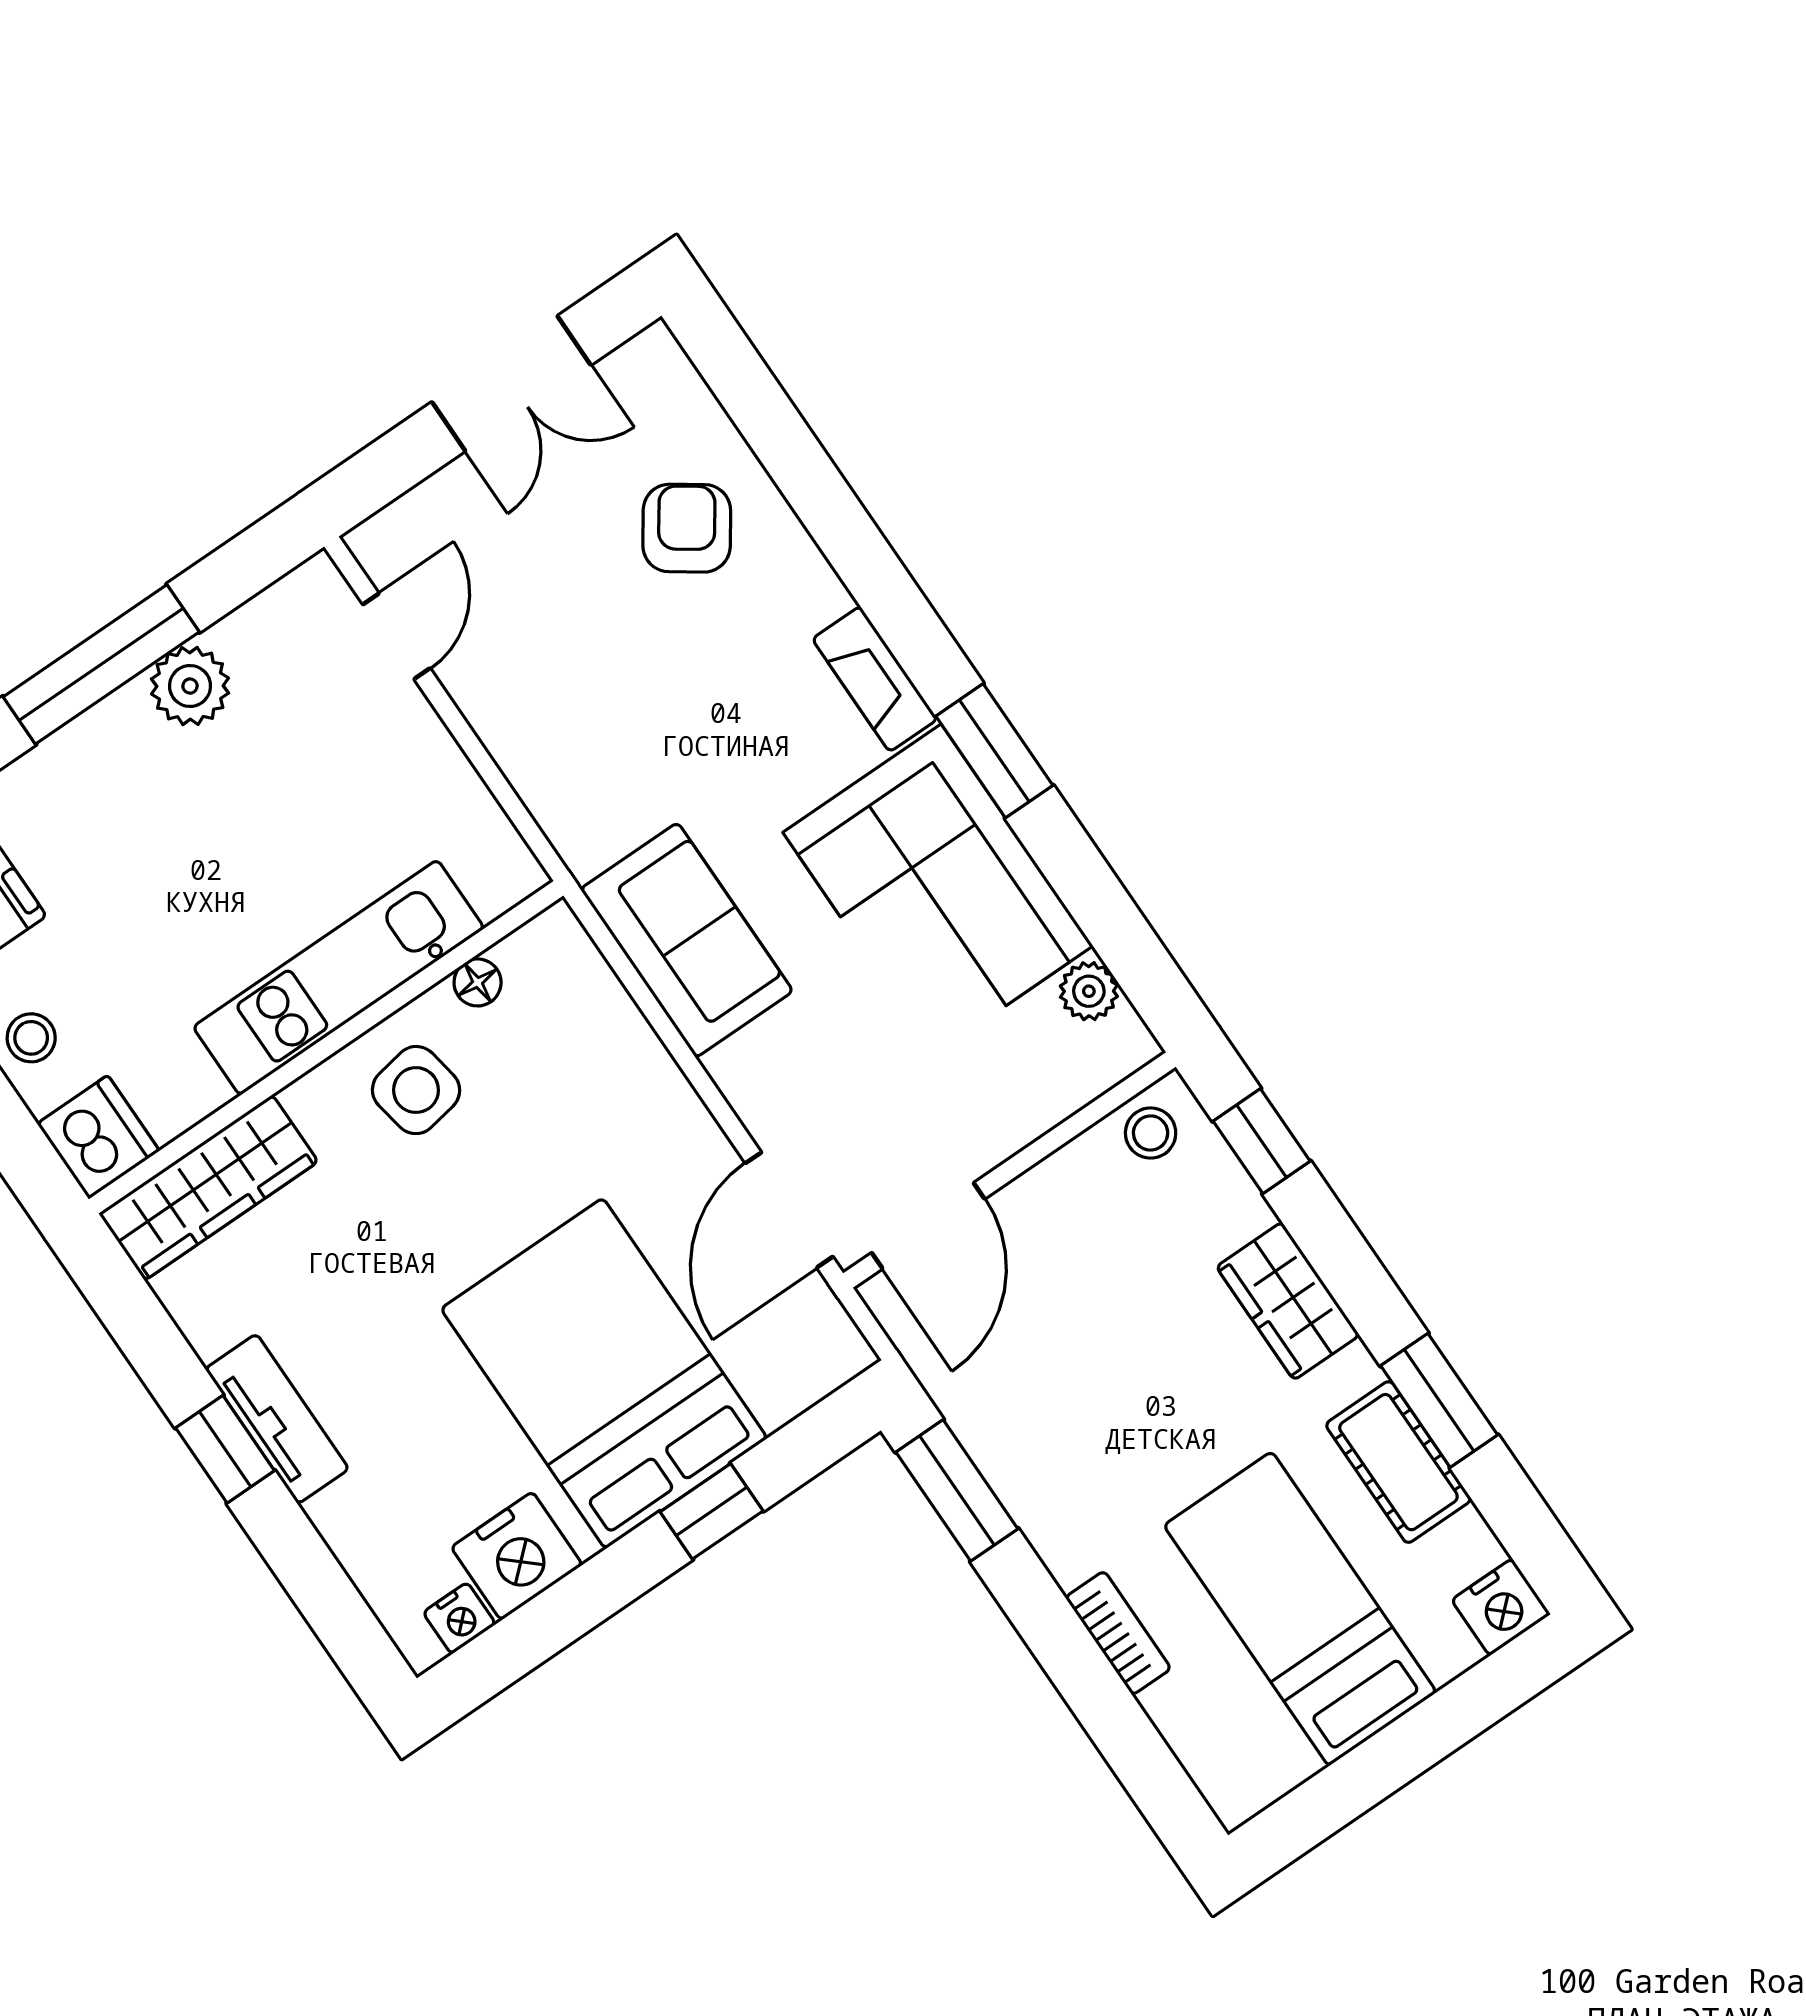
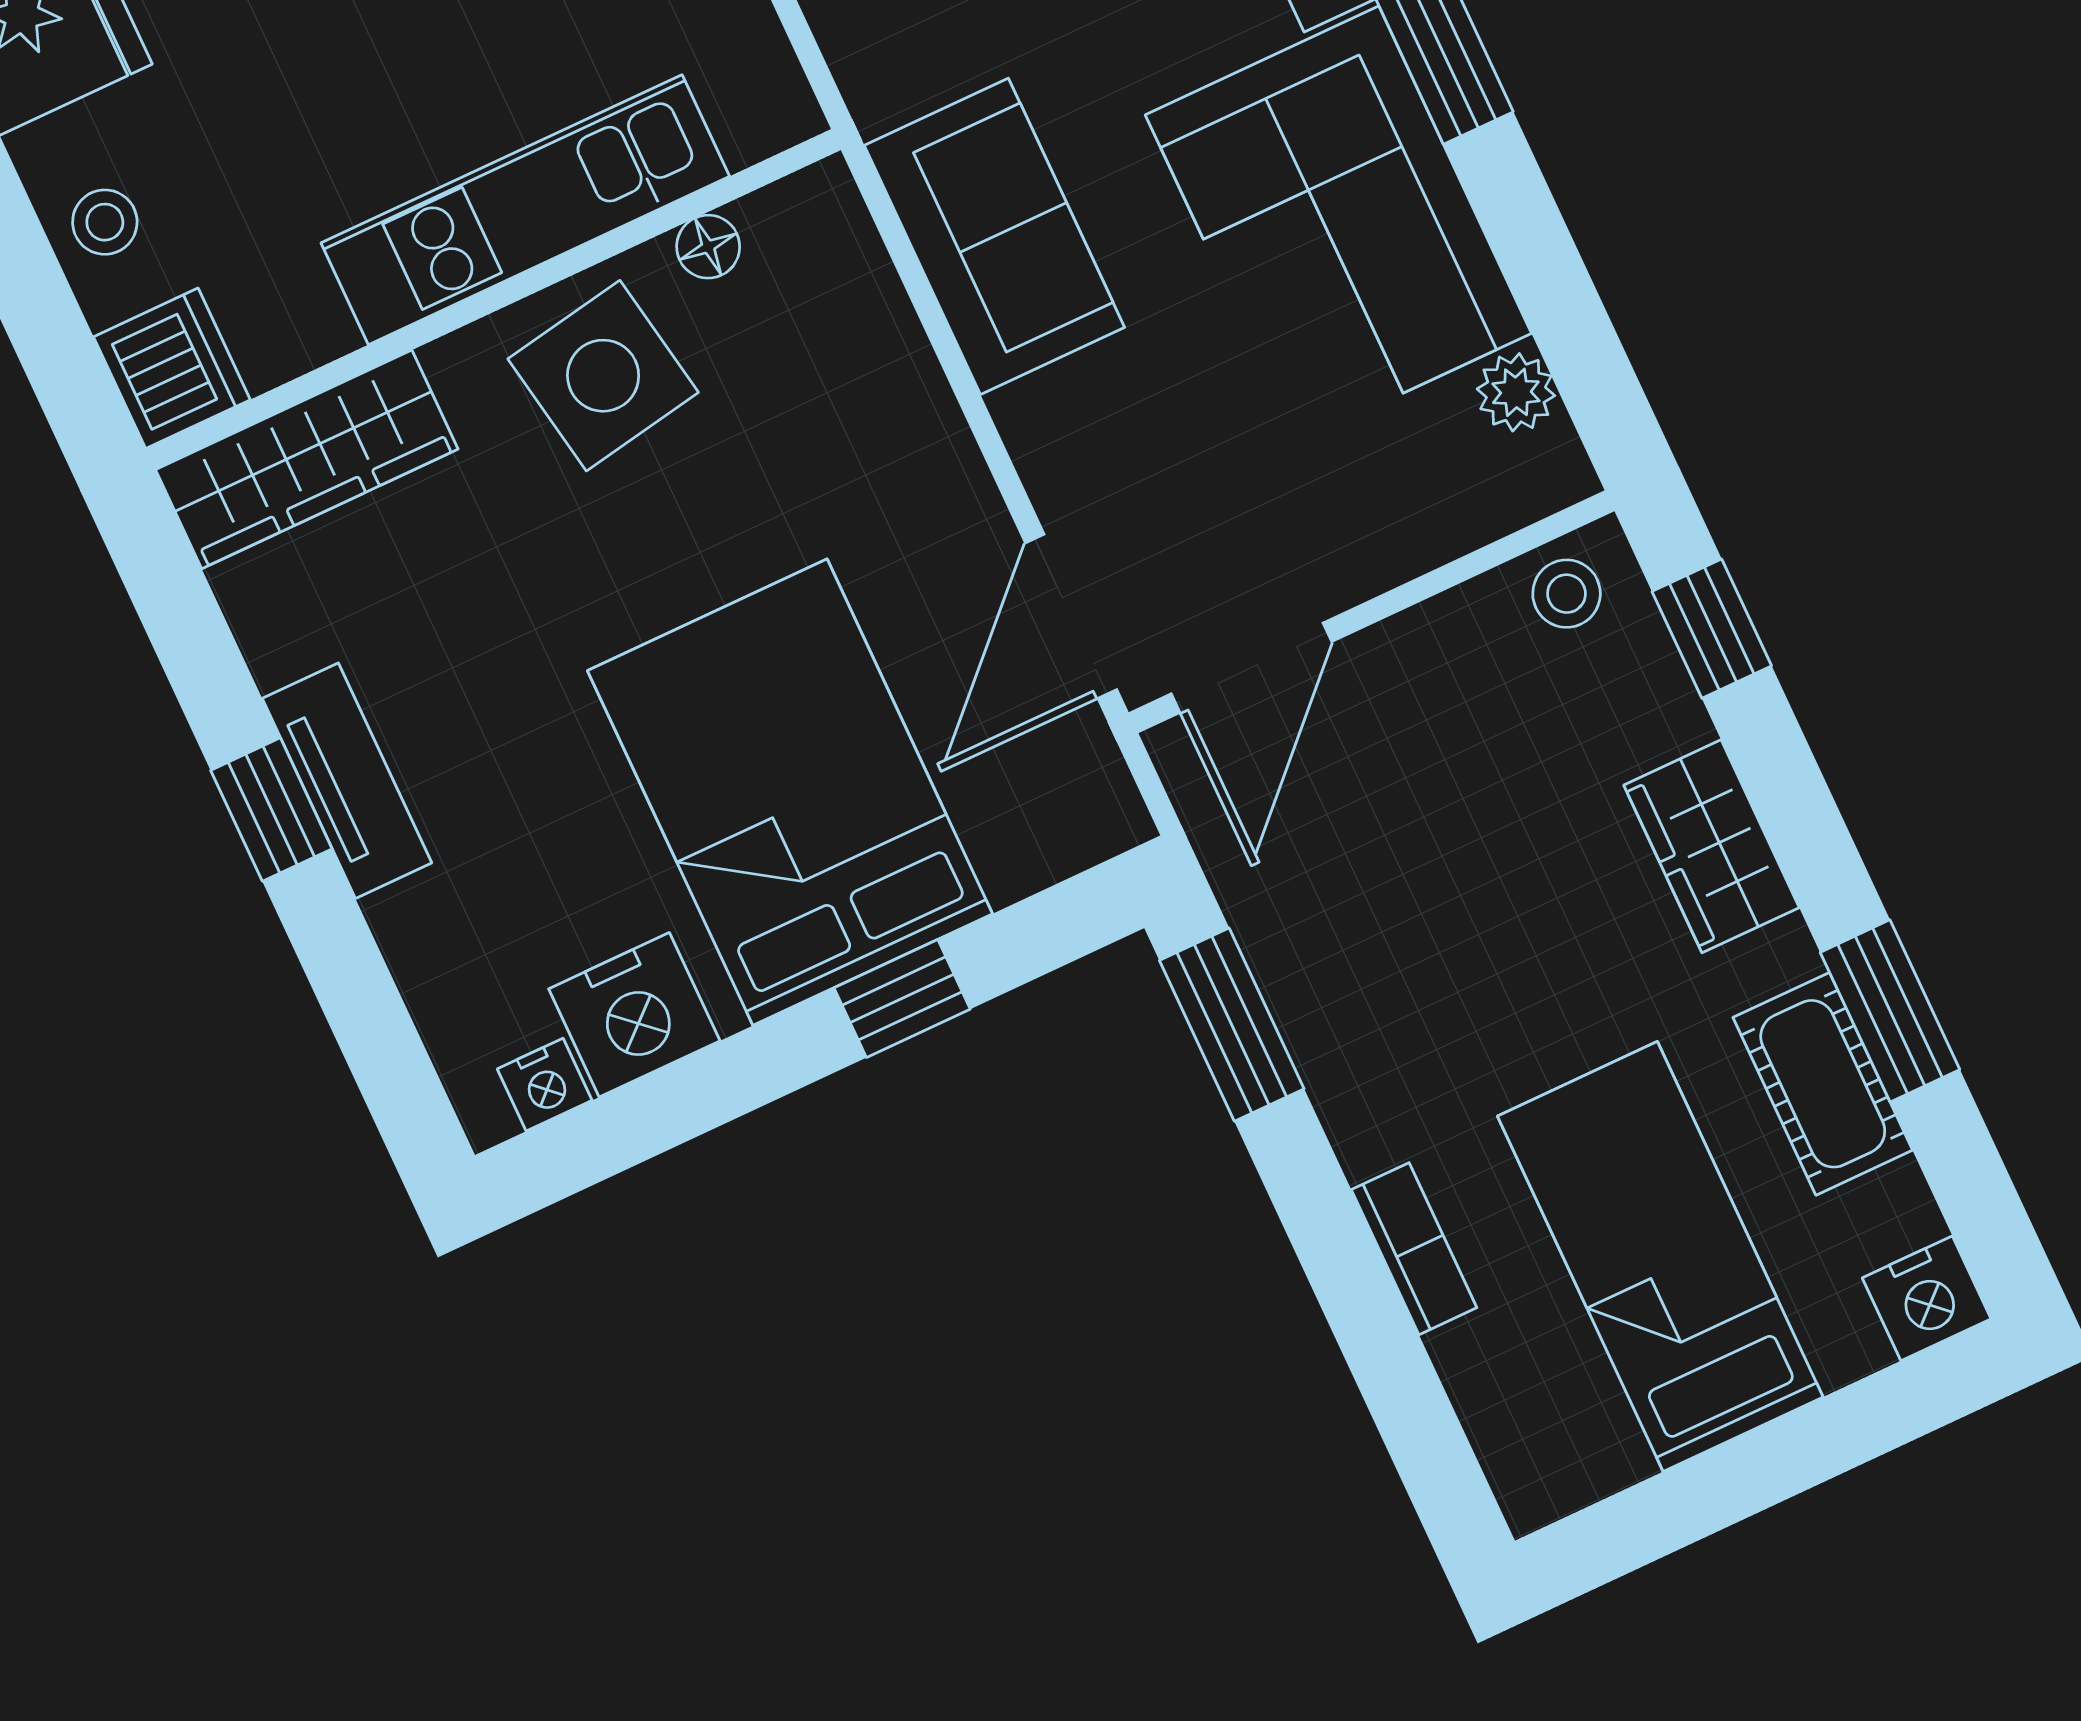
side table: (416, 1090) -> (603, 376), width x1.37, depth x1.37

